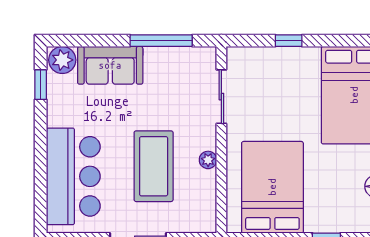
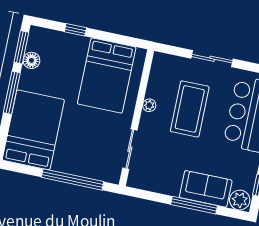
window: (161, 41) -> (194, 205), moved
window: (289, 41) -> (73, 179), width x3.17

